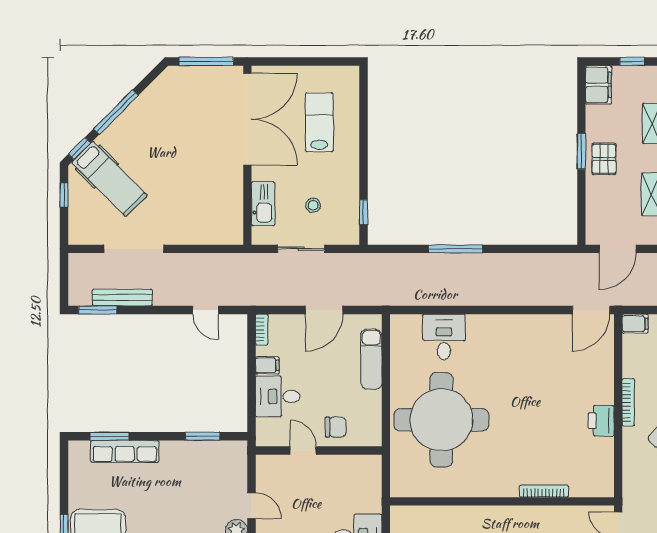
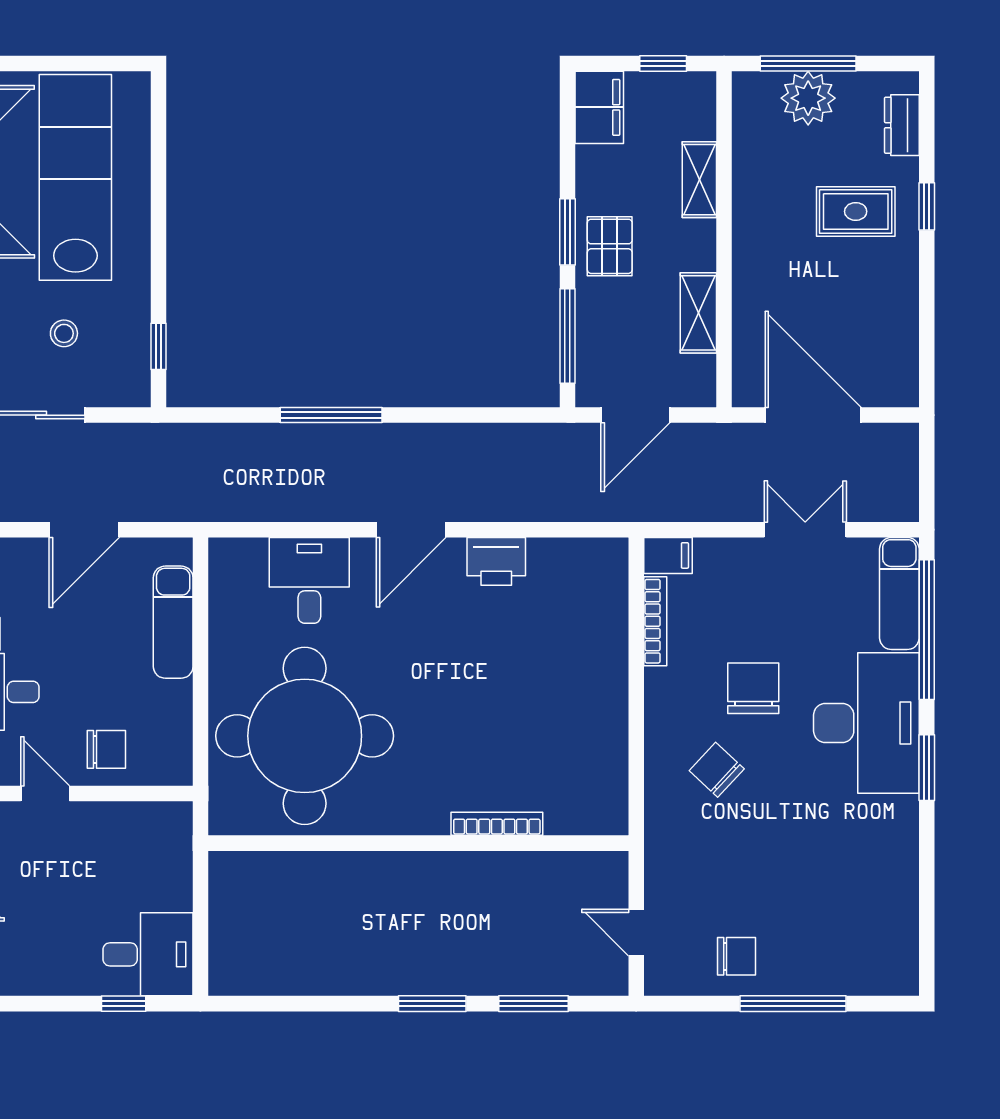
lab bench: (319, 122) -> (75, 177), width x1.86, depth x1.39
window: (581, 207) -> (567, 336), added
door: (591, 310) -> (411, 530), moved
bookcase: (628, 402) -> (655, 621), moved
printer: (601, 421) -> (496, 561), moved, turned -90
bookcase: (544, 491) -> (497, 824), moved
wall: (502, 501) -> (418, 843), moved

